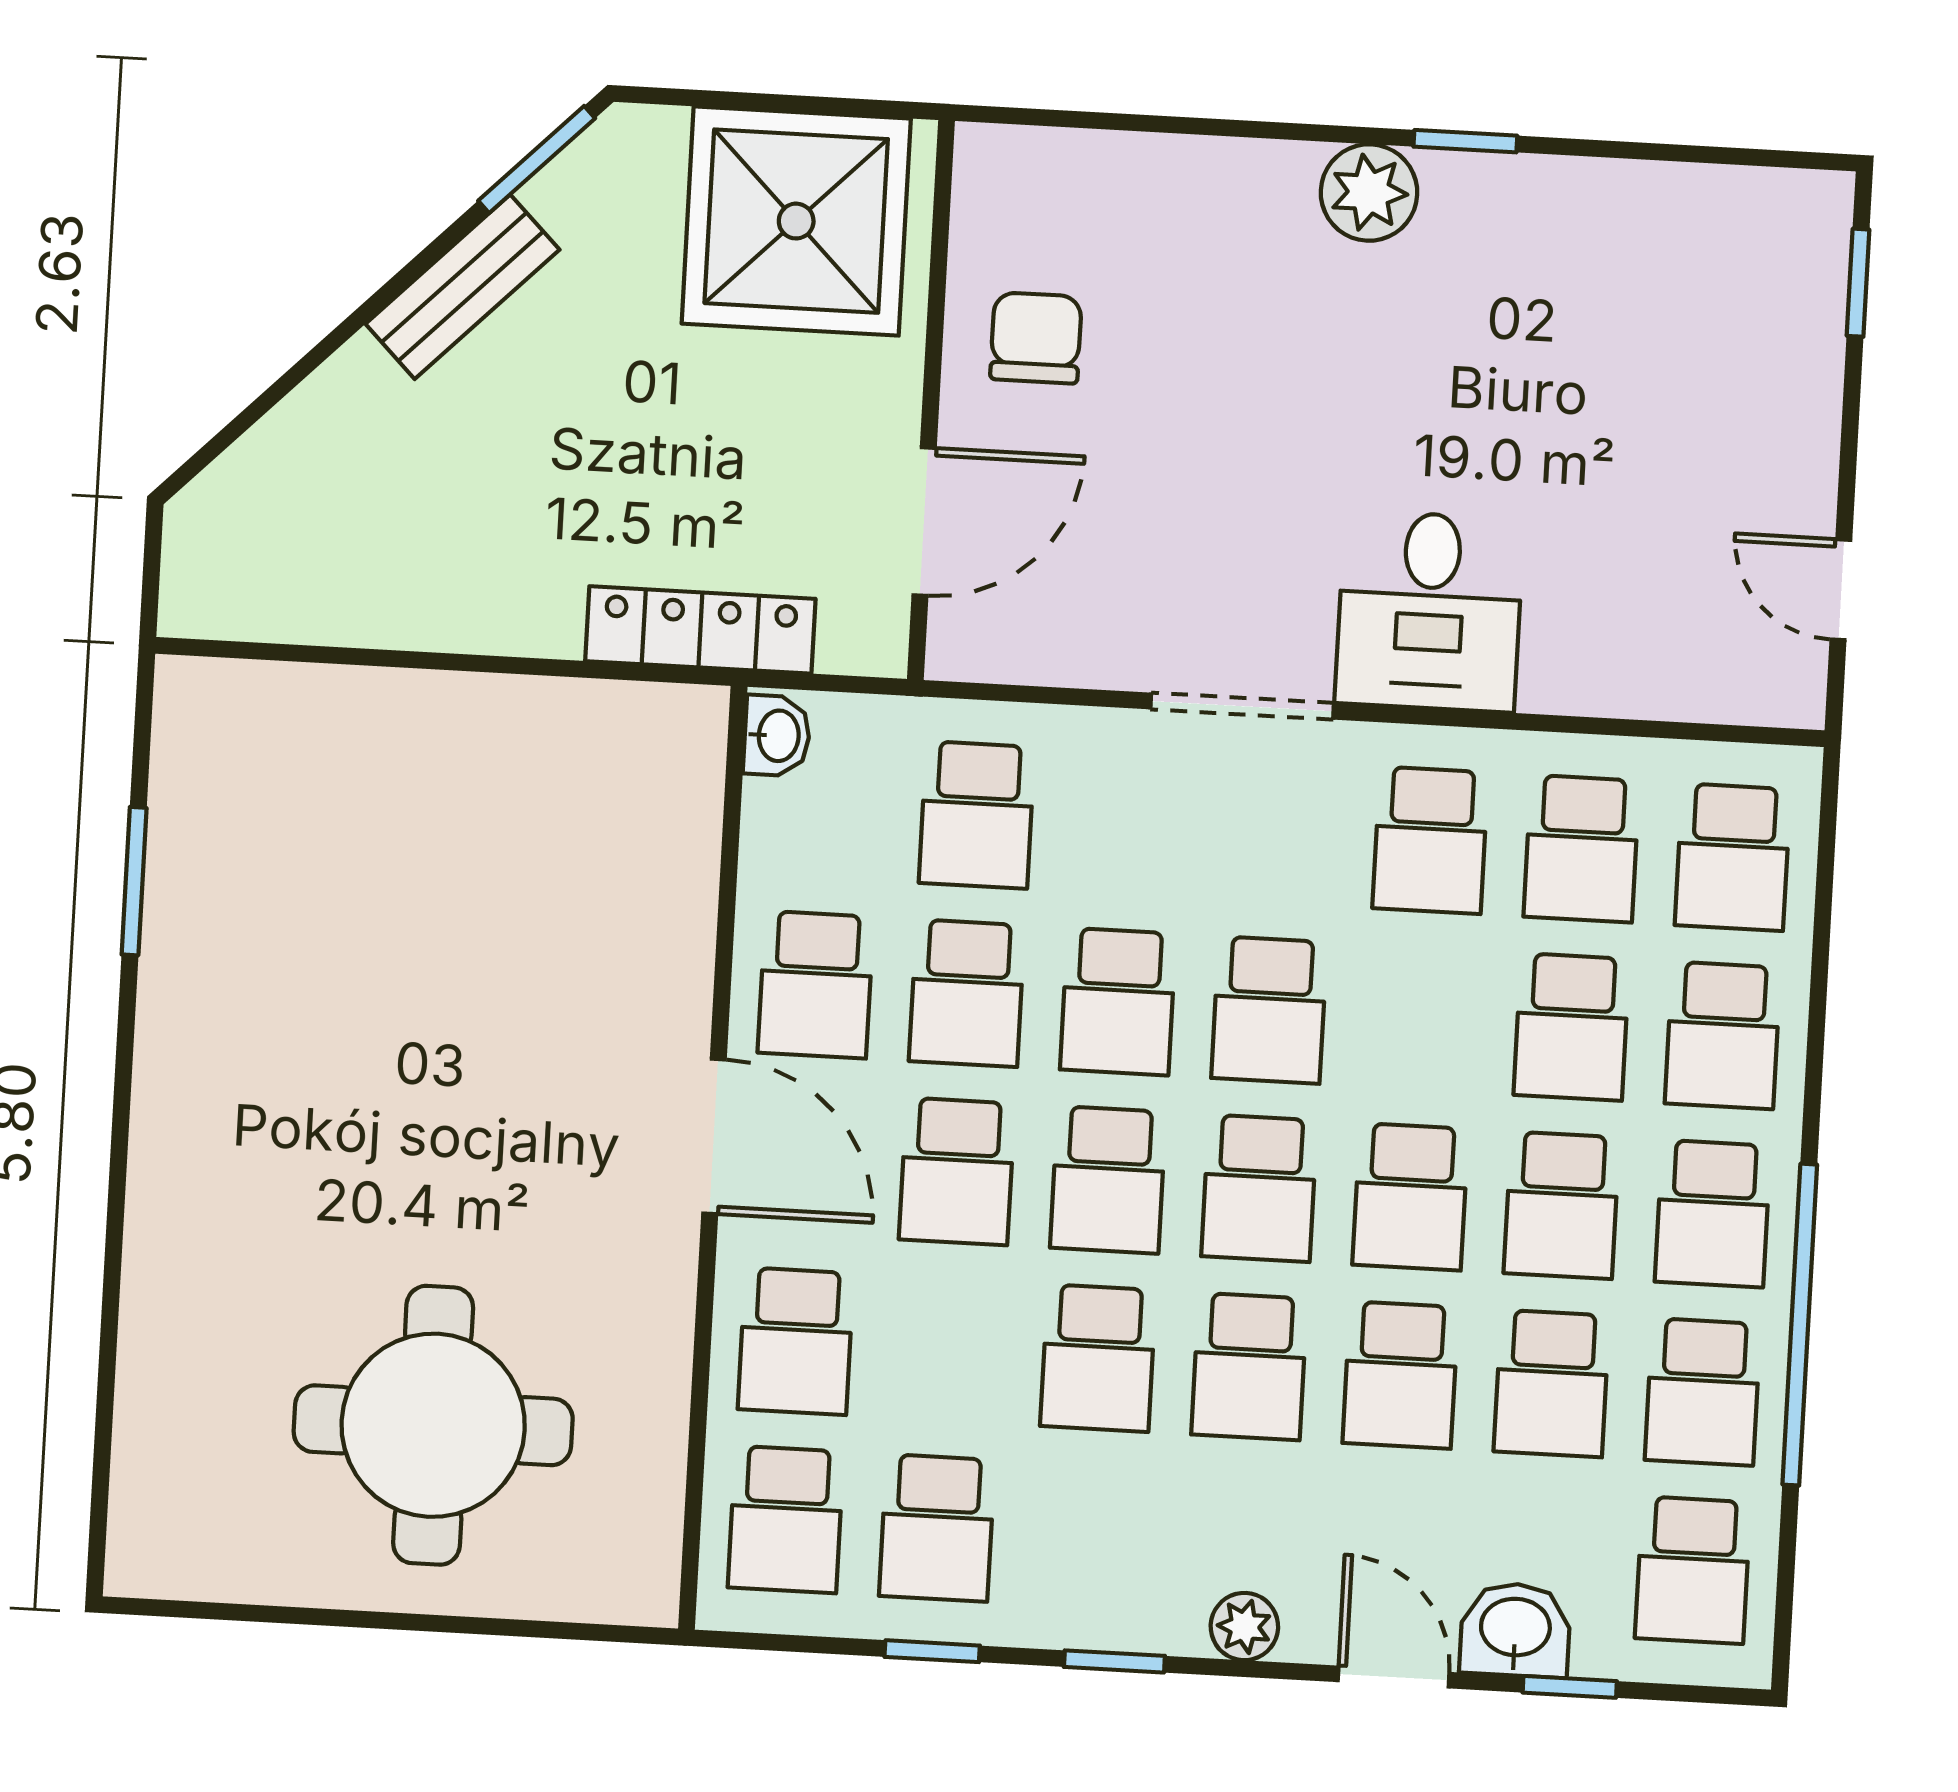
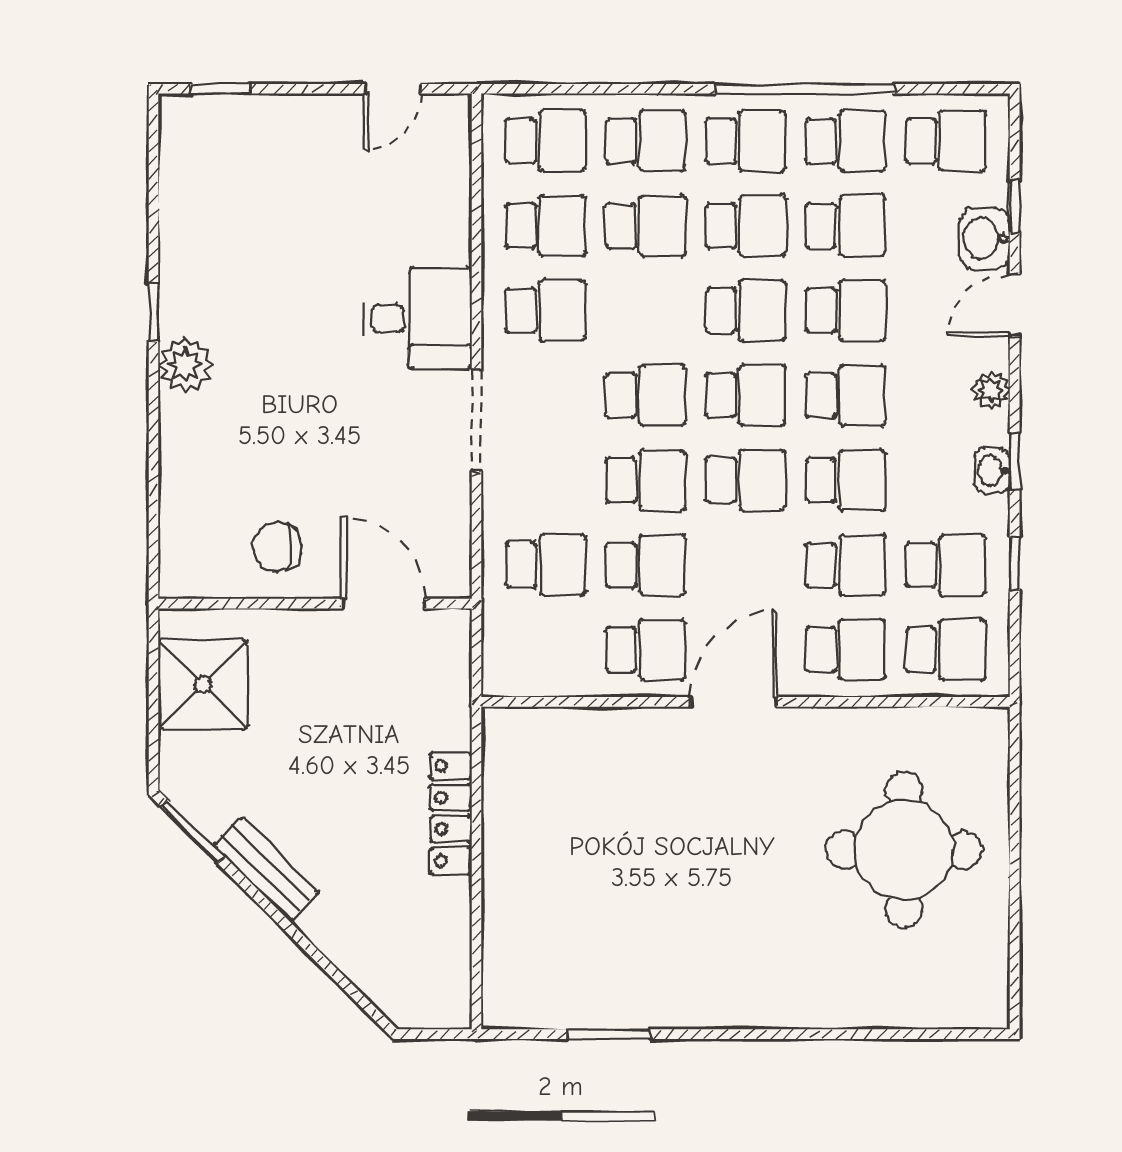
shower: (796, 221) -> (203, 685), width x0.73, depth x0.73
locker: (700, 630) -> (451, 813), moved
washbasin: (777, 736) -> (992, 471), moved, turned -90
school desk: (957, 1171) -> (846, 565), moved

